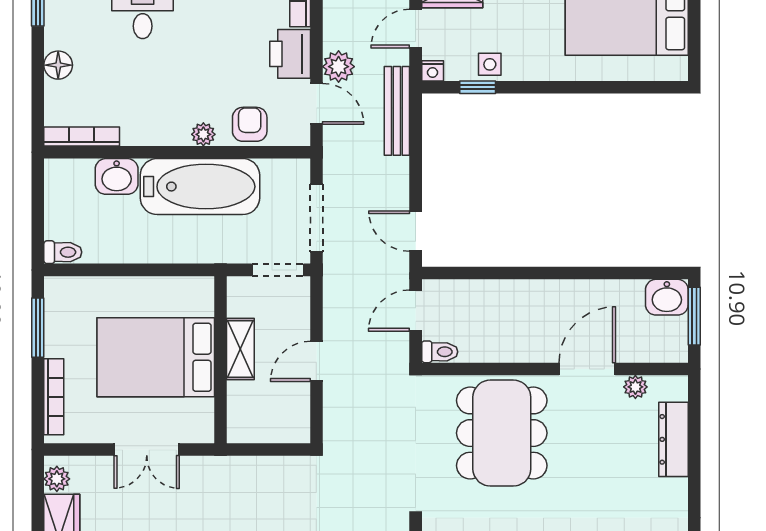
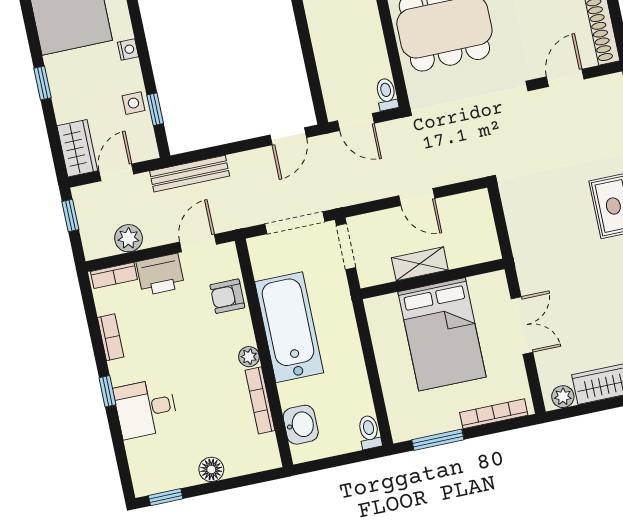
door: (416, 29) -> (116, 172), swing flipped
plant: (339, 67) -> (129, 238), moved
nightstand: (433, 71) -> (128, 49), moved
plant: (203, 134) -> (249, 357), moved
bookcase: (82, 136) -> (260, 400), moved
washbasin: (117, 176) -> (301, 425), moved

